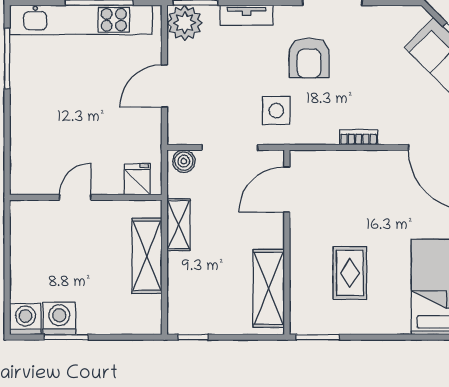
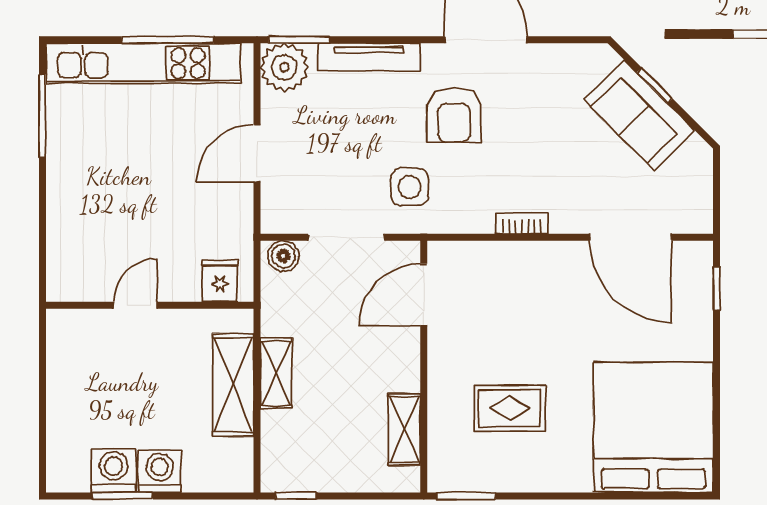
tv unit: (247, 15) -> (369, 57), width x1.41
shelving: (179, 225) -> (276, 373), moved
rug: (350, 273) -> (510, 408), turned 90
shelving: (269, 288) -> (404, 429), width x0.67, depth x0.75
washing machine: (25, 319) -> (160, 471), moved

